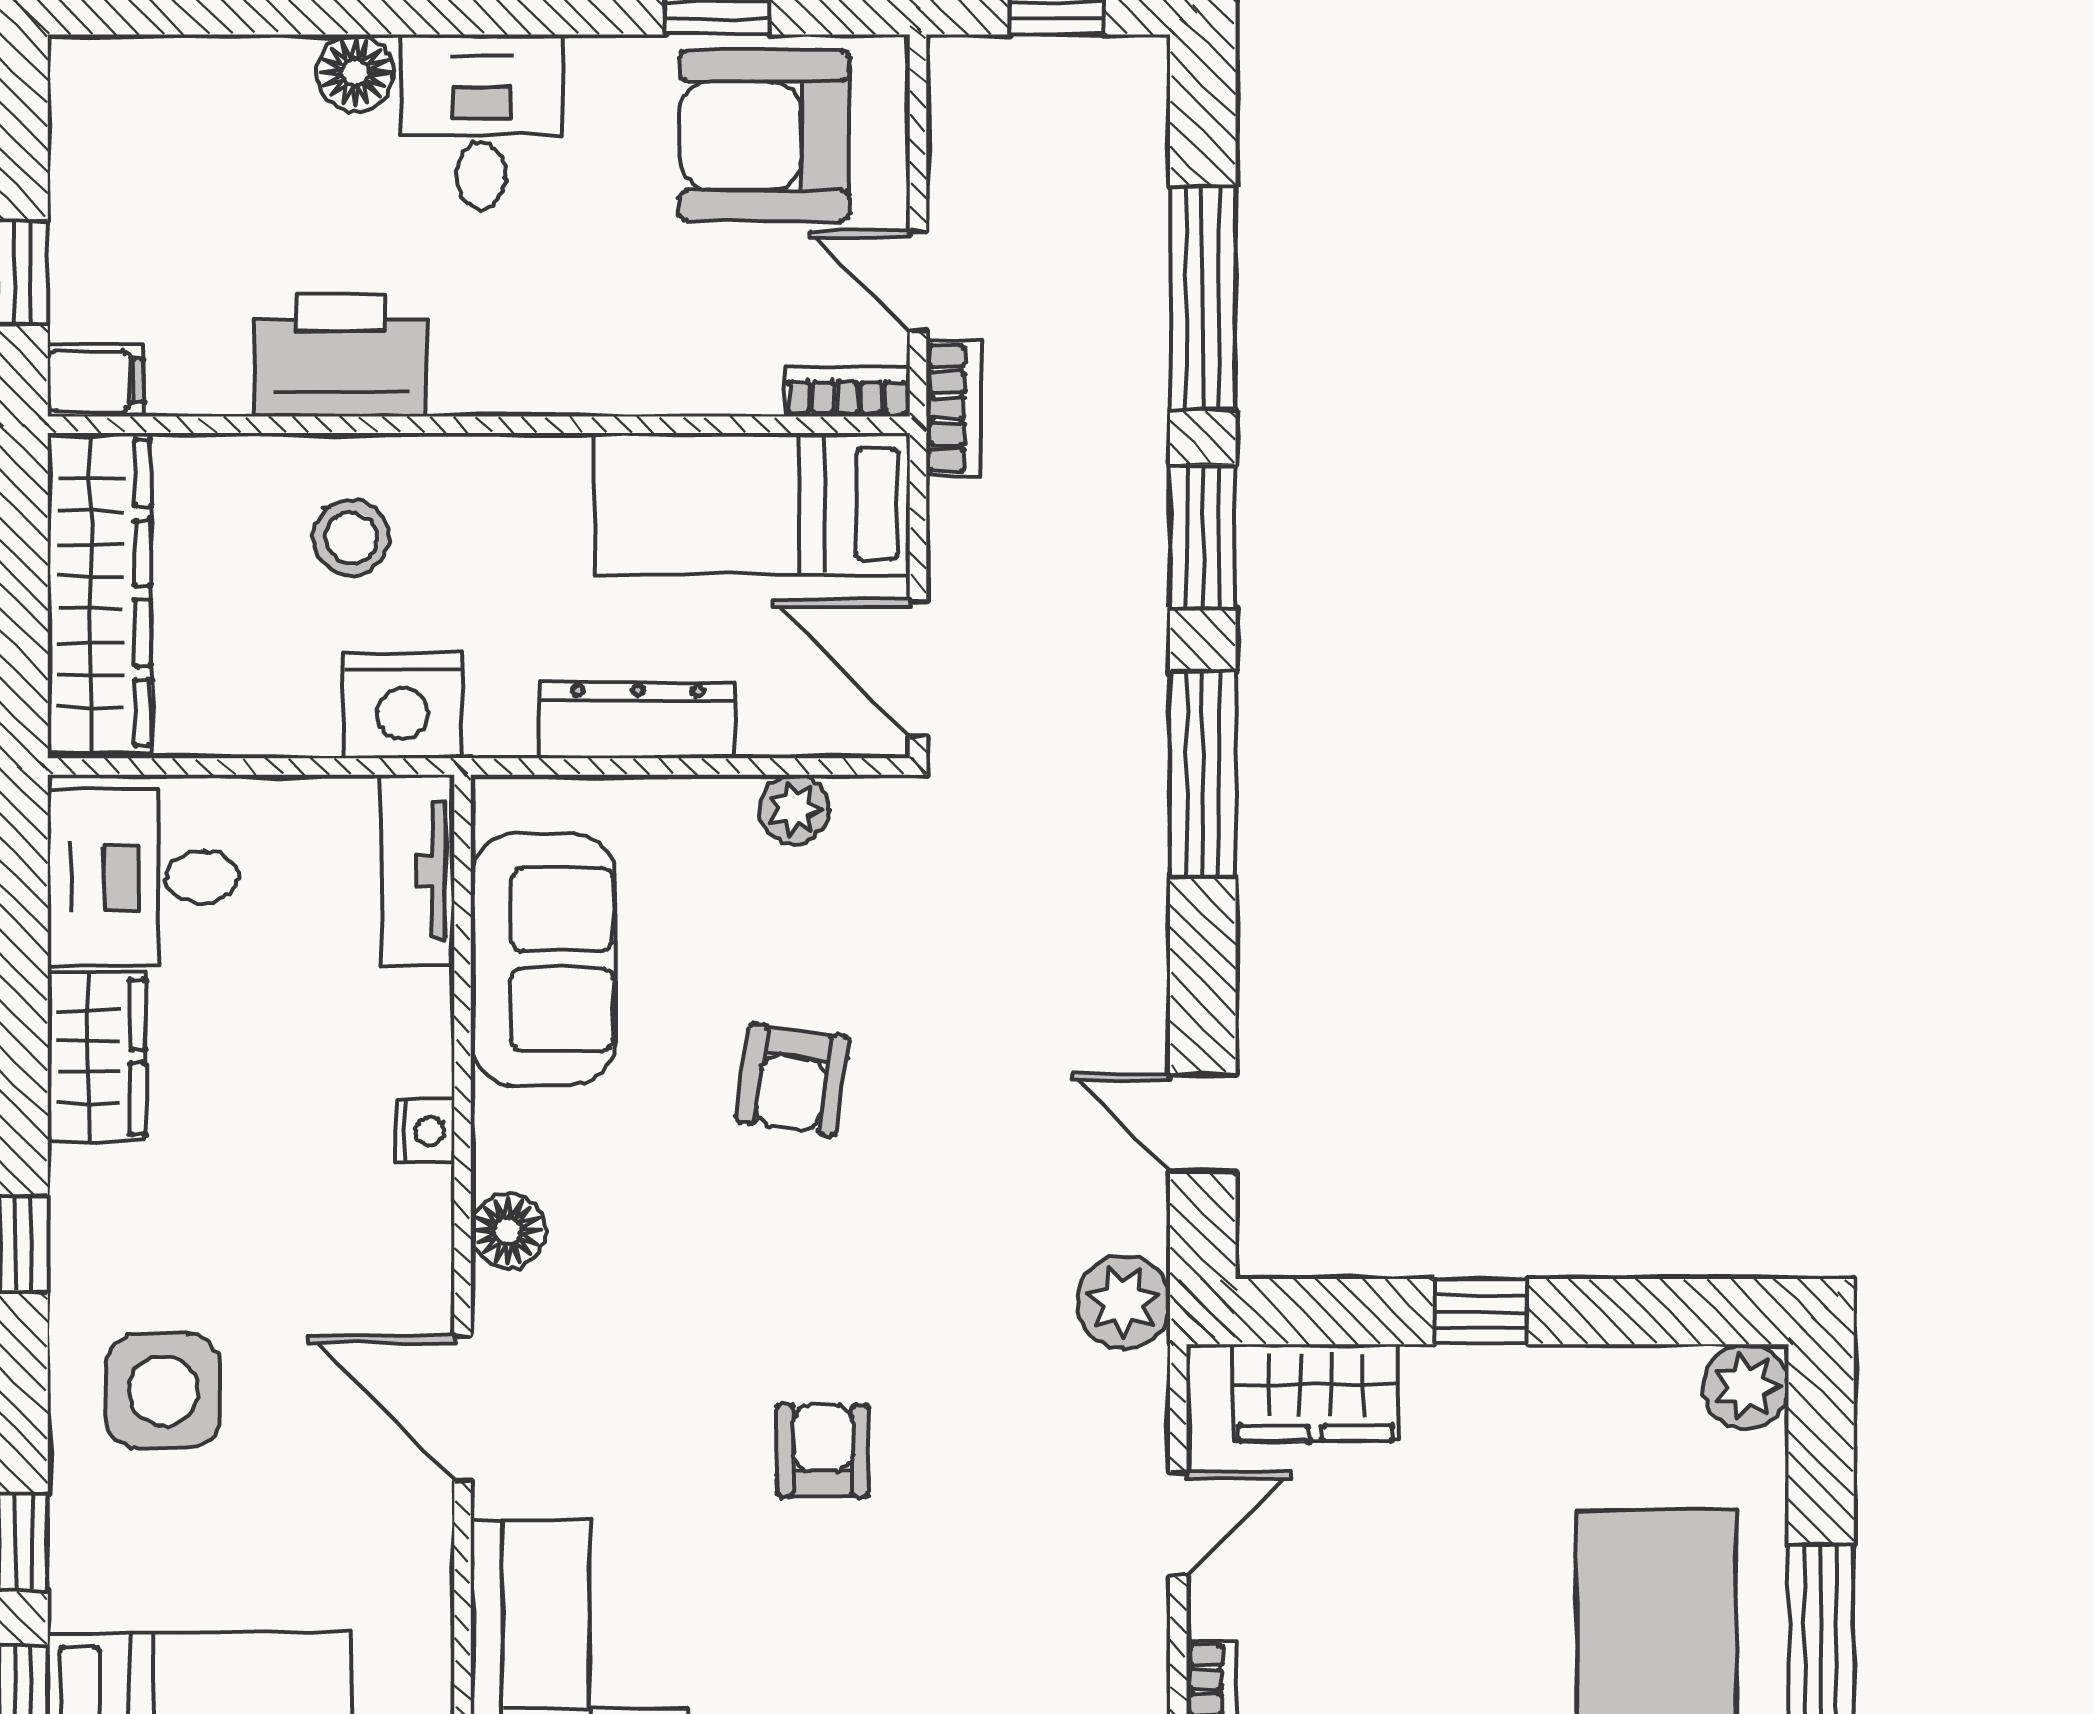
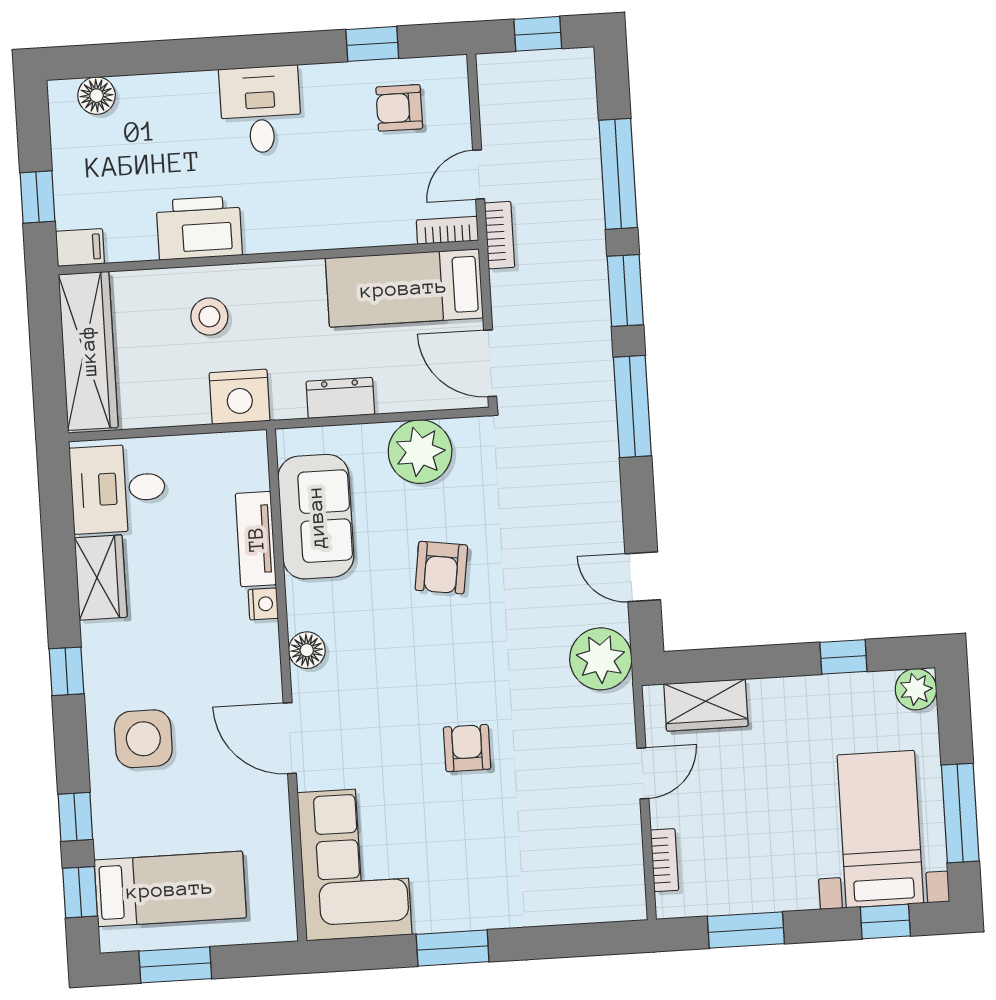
floor lamp: (355, 73) -> (97, 96), moved
armchair: (764, 136) -> (399, 108), width x0.53, depth x0.53
door: (918, 282) -> (479, 175), hinge flipped
dresser: (638, 720) -> (340, 398), width x0.70
plant: (794, 809) -> (420, 452), width x1.88, depth x1.88
tv unit: (418, 870) -> (256, 539), moved
plant: (1124, 1302) -> (601, 659), width x1.36, depth x1.36
window: (1481, 1312) -> (843, 657), moved

